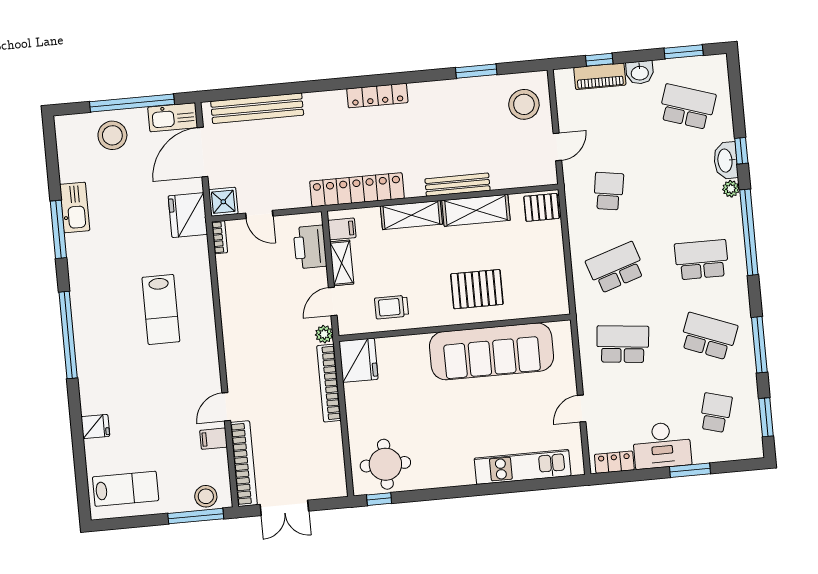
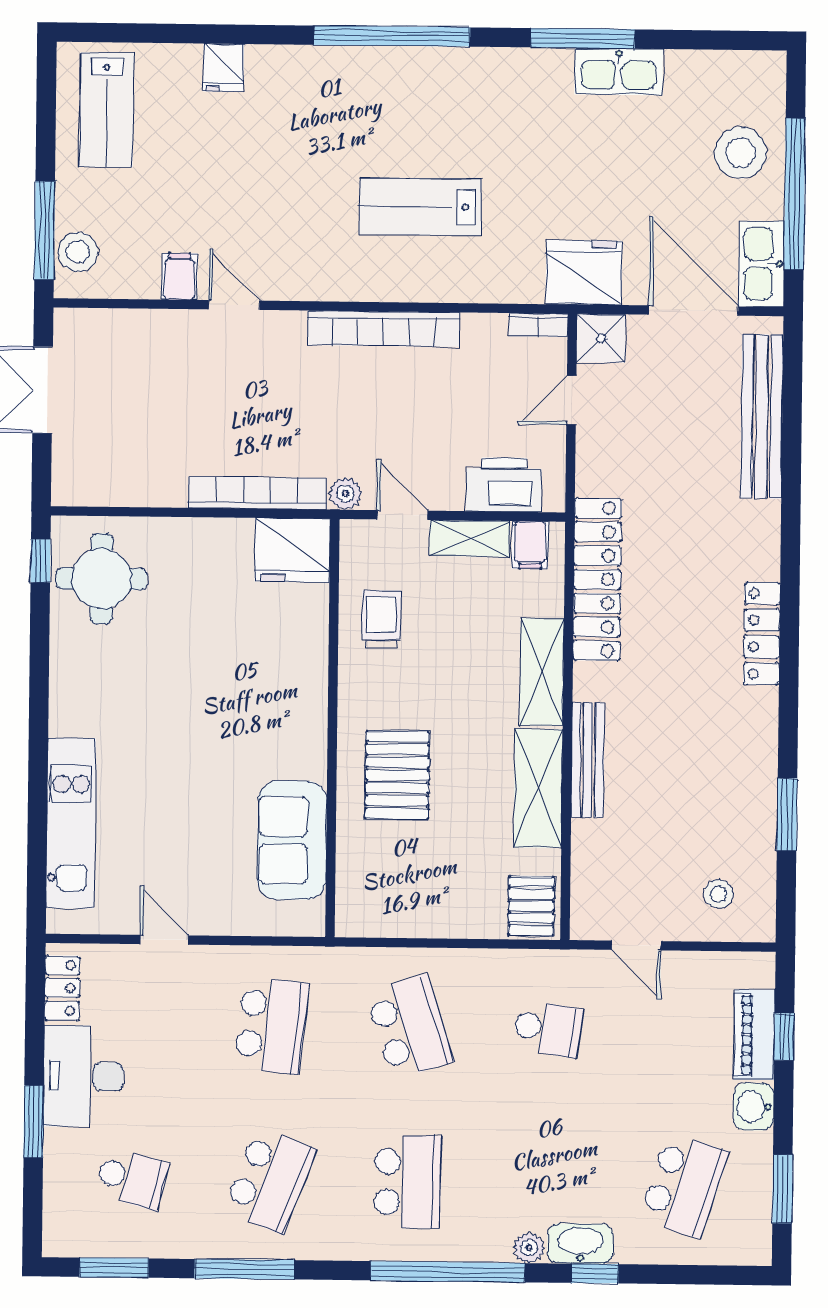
stool: (524, 104) -> (718, 894), width x0.53, depth x0.53
sofa: (492, 351) -> (292, 840), width x0.54, depth x0.79
bookcase: (244, 464) -> (383, 329), moved

